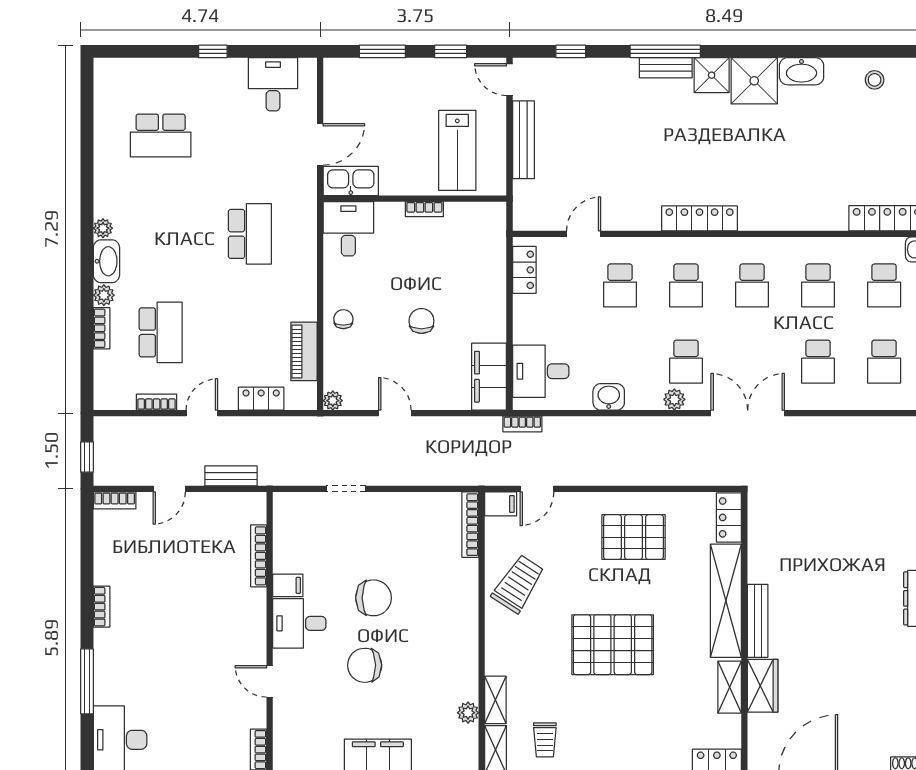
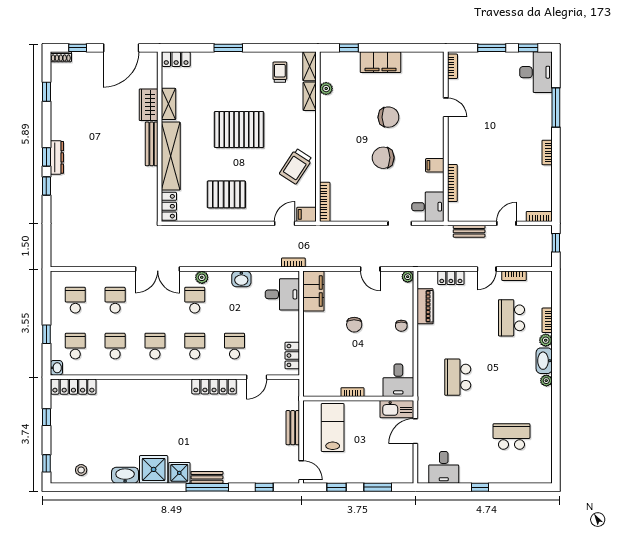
bench: (523, 140) -> (293, 428), width x0.73
locker: (699, 218) -> (214, 387), moved
desk: (299, 623) -> (428, 207), moved

